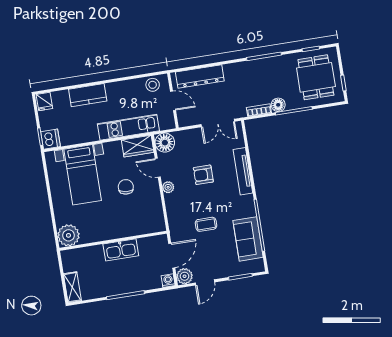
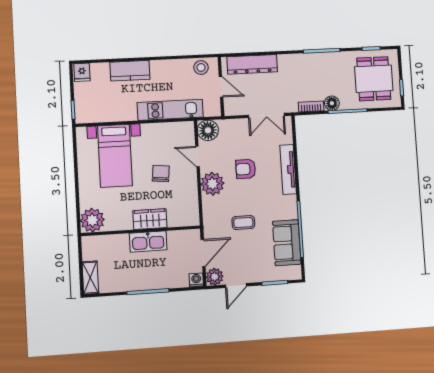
dishwasher: (51, 139) -> (84, 114), removed
wardrobe: (138, 146) -> (150, 219), moved, turned 180
plant: (168, 187) -> (212, 184), width x1.88, depth x1.88

